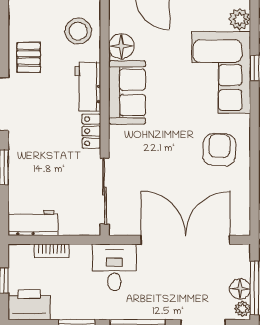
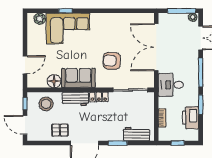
armchair: (219, 150) -> (112, 61), moved
workbench: (33, 223) -> (137, 134), moved, turned 90
floor lamp: (240, 289) -> (182, 18), removed
printer: (29, 305) -> (191, 118), moved

